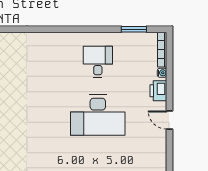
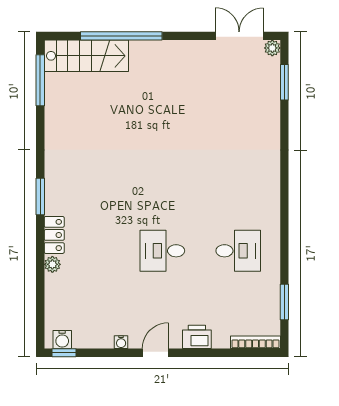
water cooler: (162, 73) -> (121, 342), moved
desk: (98, 115) -> (162, 251), width x0.53, depth x0.77

